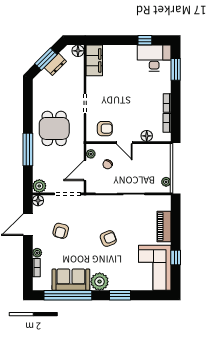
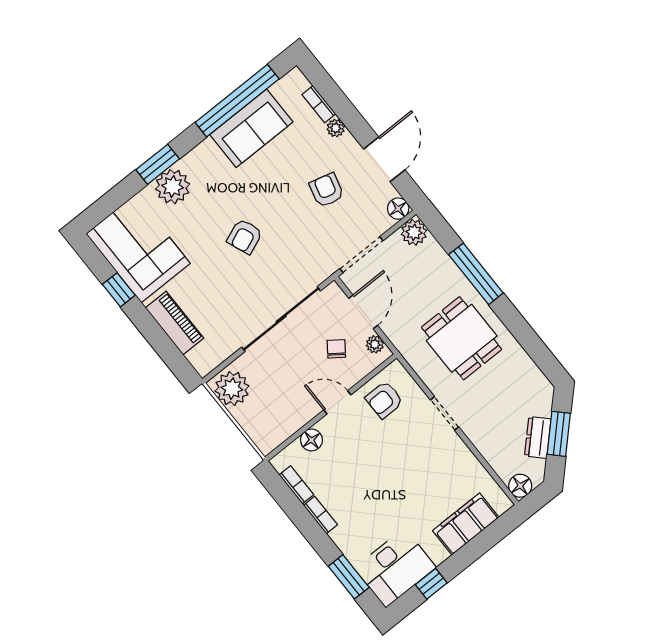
filing cabinet: (94, 60) -> (466, 524), moved, turned 90
plant: (166, 182) -> (232, 389), width x1.87, depth x1.87
plant: (100, 282) -> (173, 187), moved

